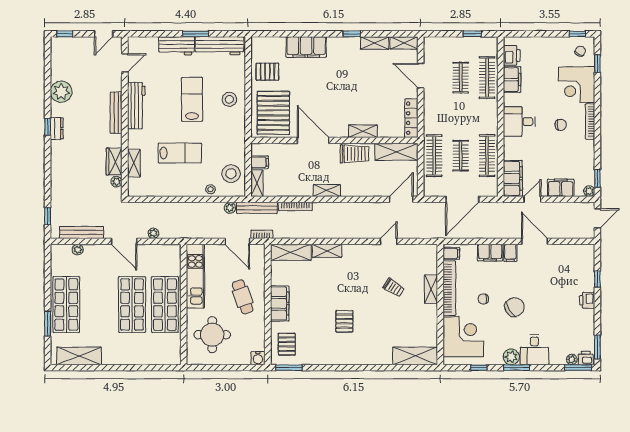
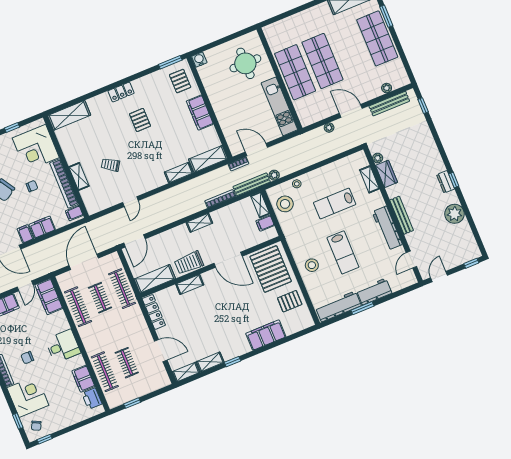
cafe table: (243, 297) -> (233, 105), removed
locker: (352, 358) -> (121, 92), added

